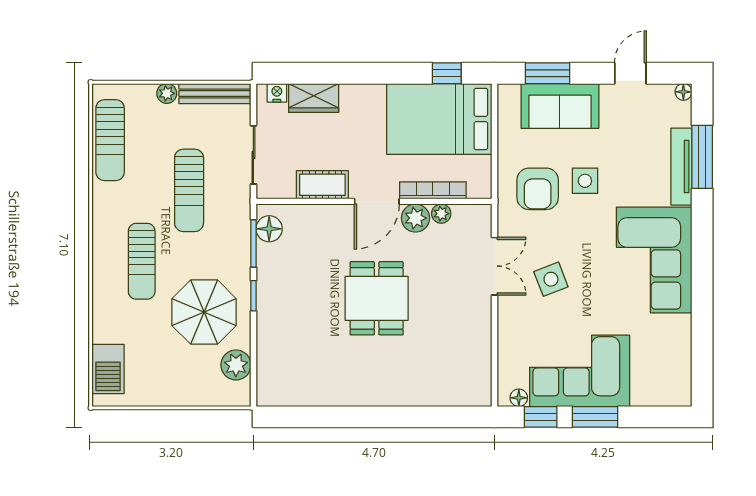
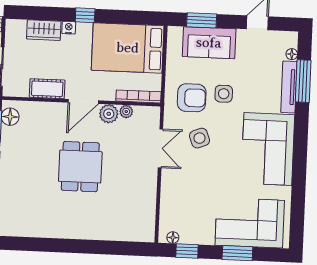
window: (447, 73) -> (85, 15), moved
floor lamp: (683, 92) -> (292, 54), moved
nightstand: (277, 93) -> (69, 28), moved
armchair: (538, 189) -> (192, 98), turned -90
bookcase: (433, 190) -> (139, 96), moved
side table: (551, 279) -> (200, 138), moved
corner sofa: (580, 371) -> (250, 223), moved
window: (595, 417) -> (237, 253), moved

